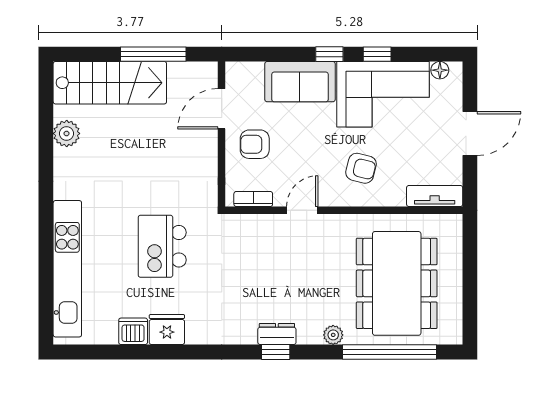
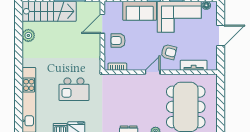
tv unit: (435, 196) -> (194, 65), moved
door: (302, 210) -> (153, 72), moved
kitchen island: (162, 246) -> (74, 89), turned -90

